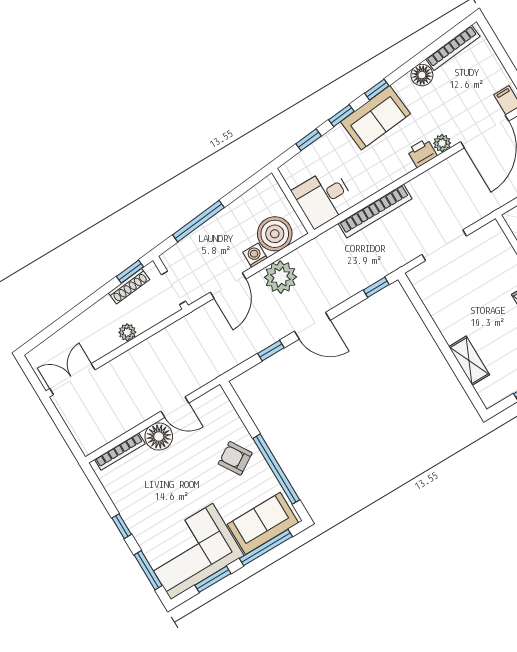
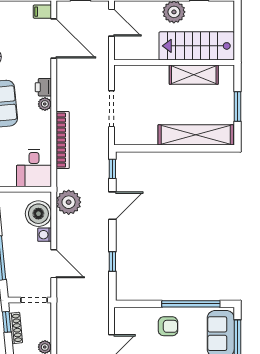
plant: (442, 143) -> (45, 104), moved
plant: (280, 277) -> (69, 202), moved
door: (312, 326) -> (112, 206), moved
shelving: (469, 361) -> (196, 135), width x2.20, depth x1.33
armchair: (235, 458) -> (168, 326), turned -148

